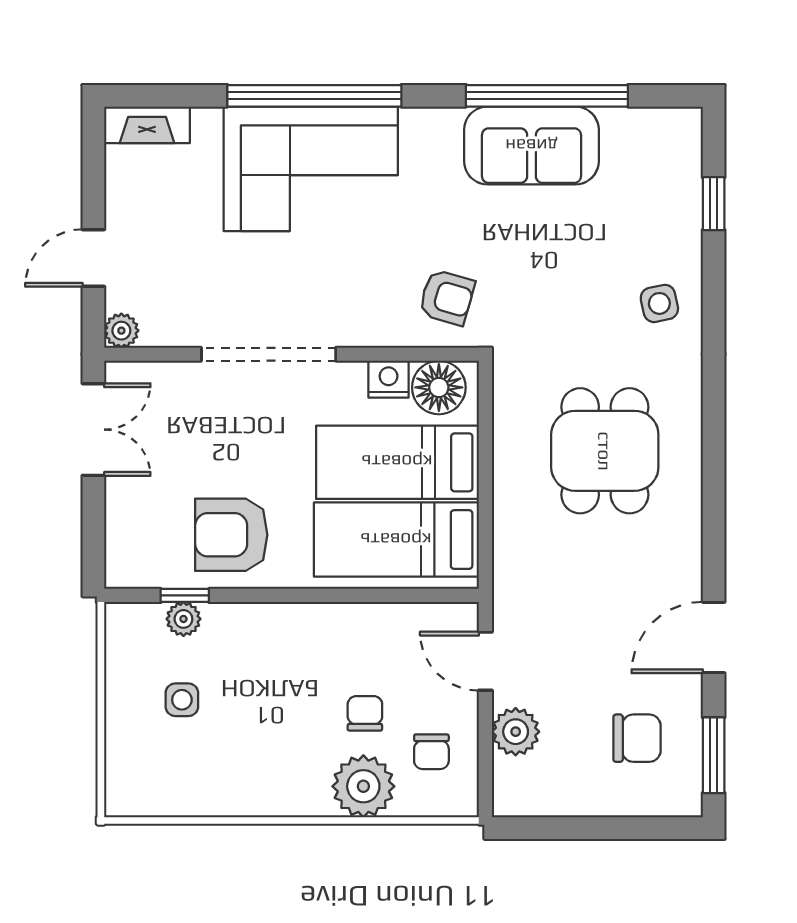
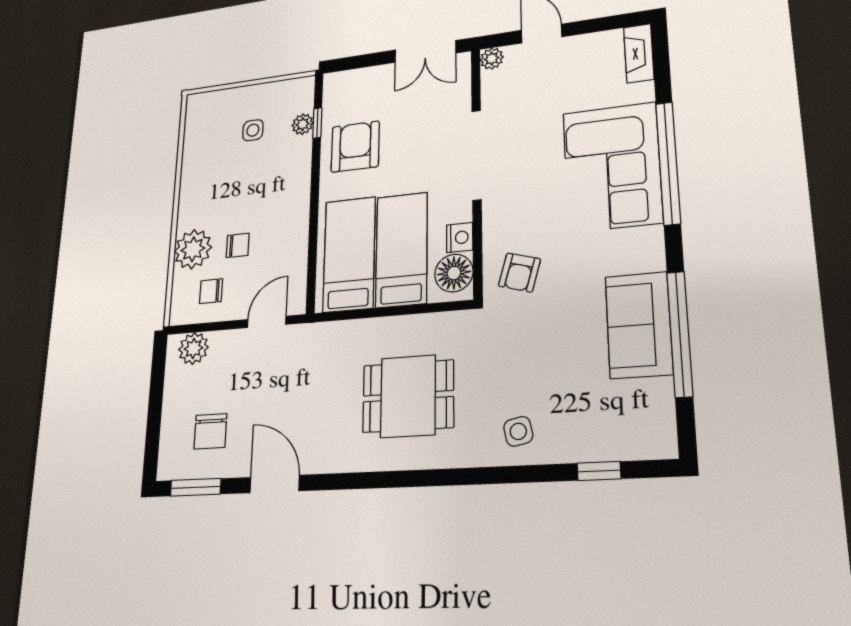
plant: (516, 732) -> (193, 348), moved

